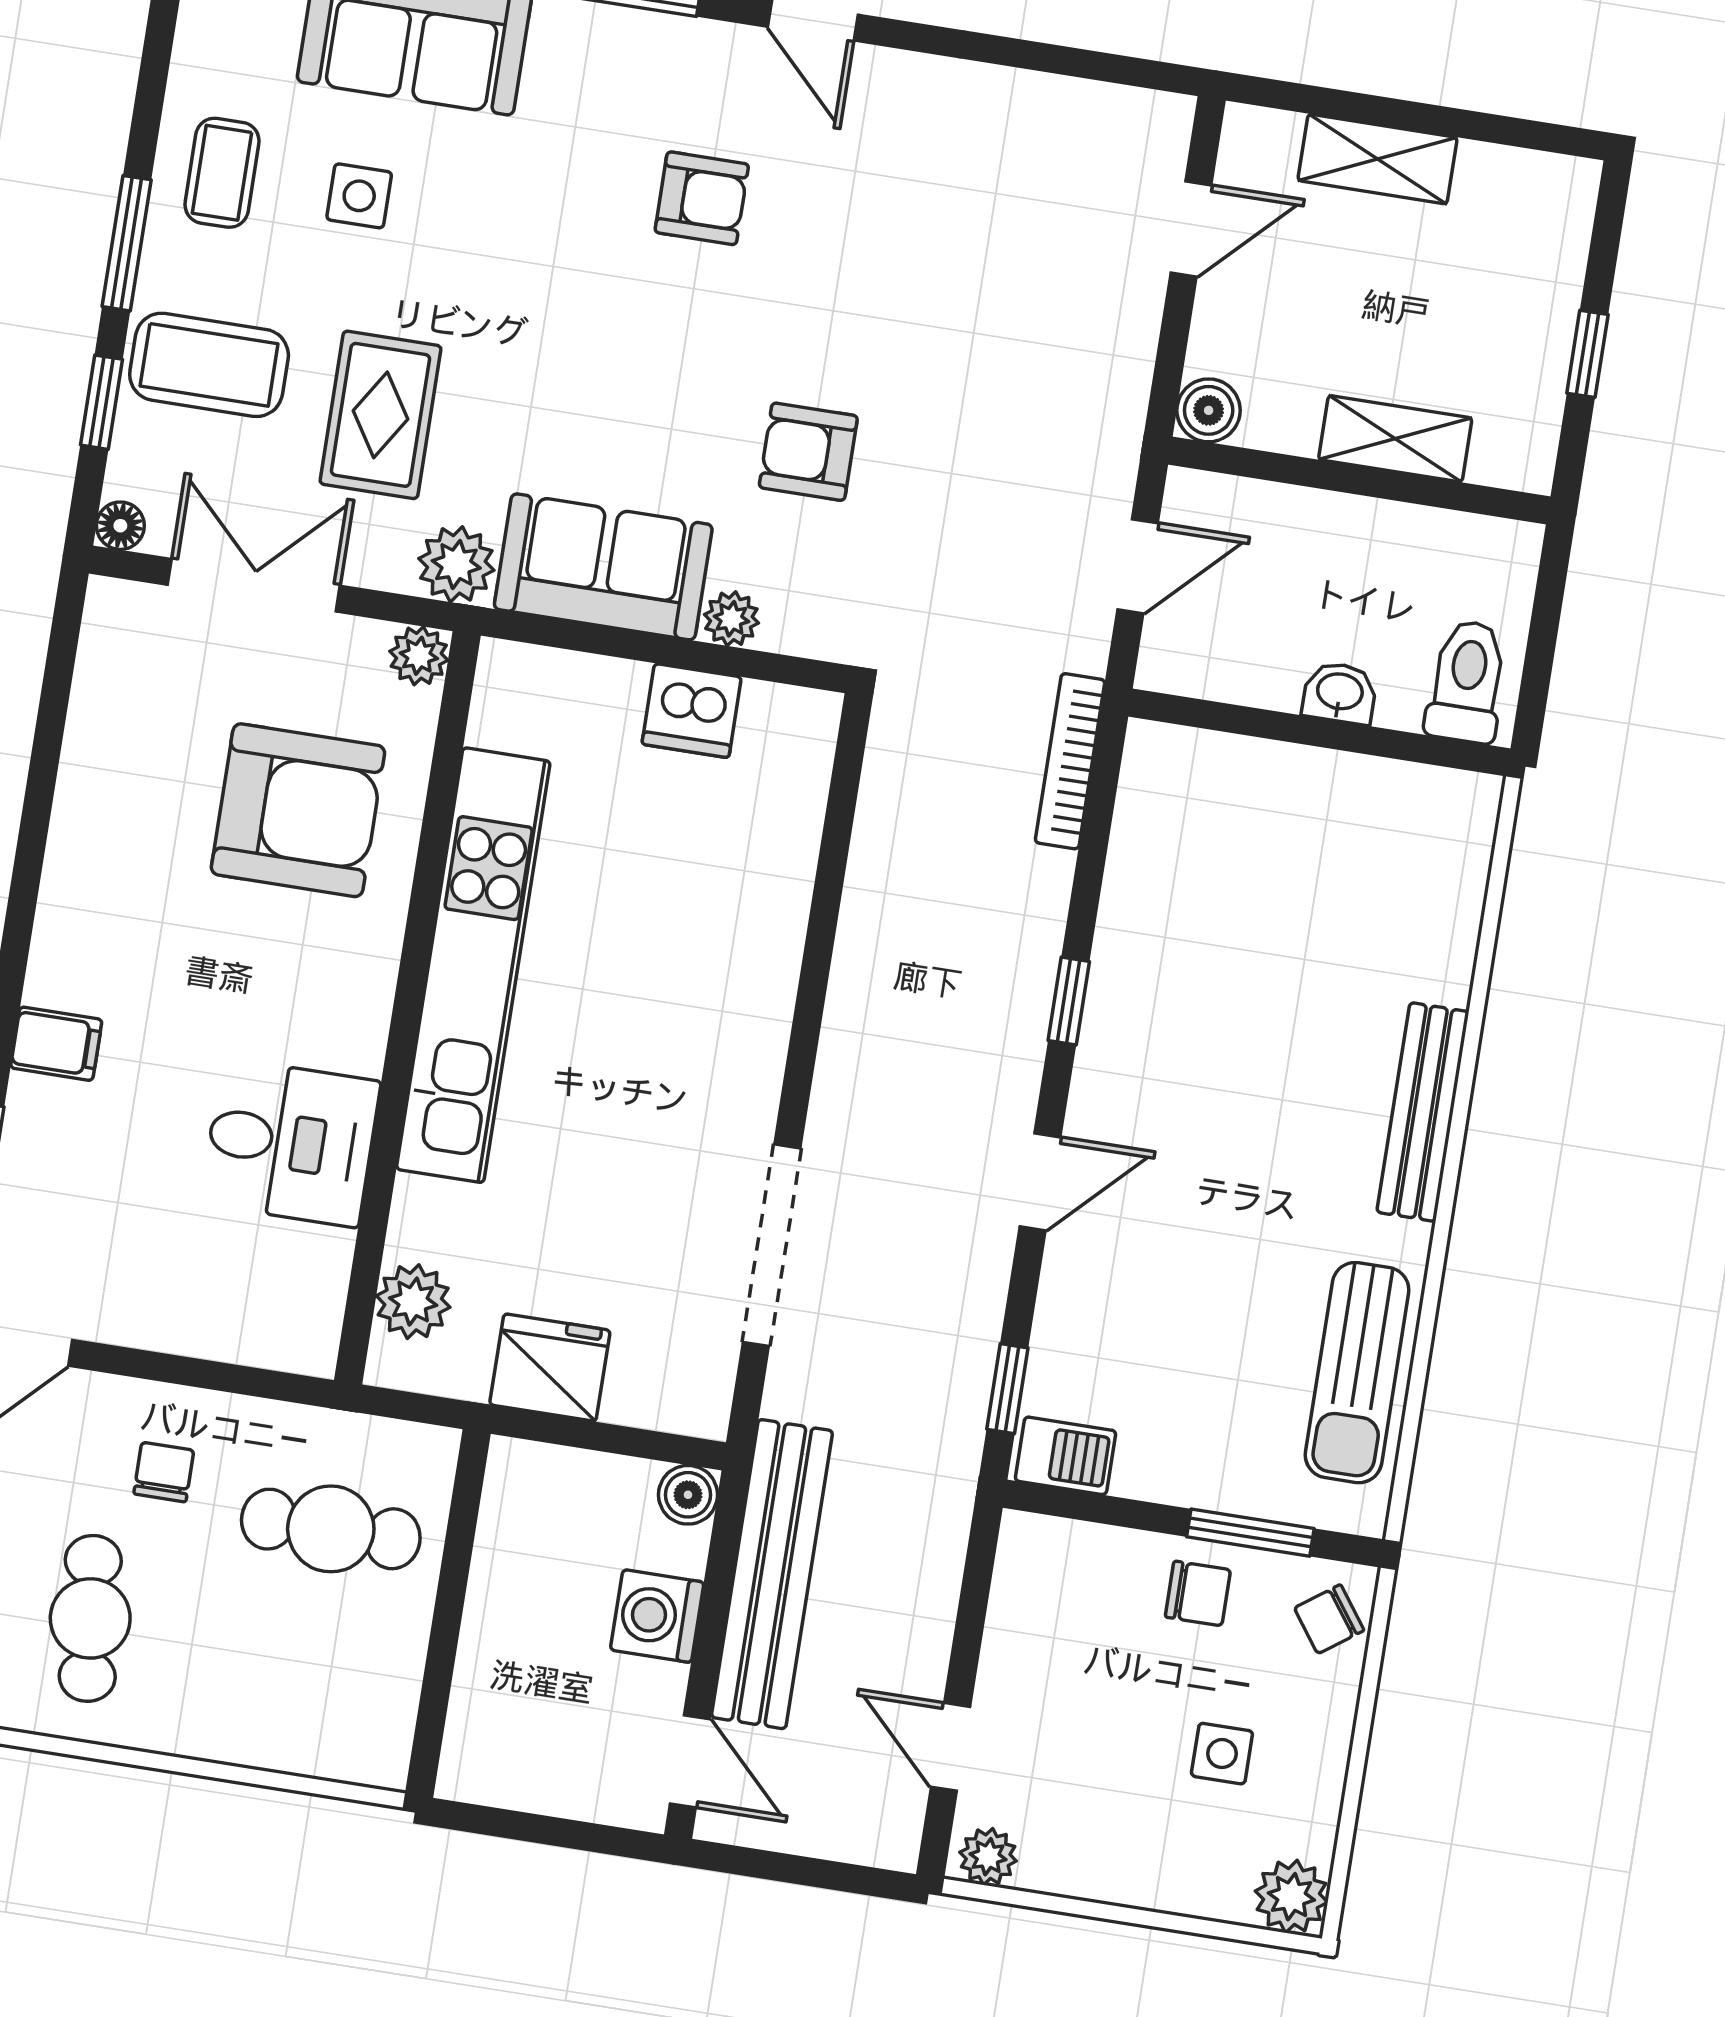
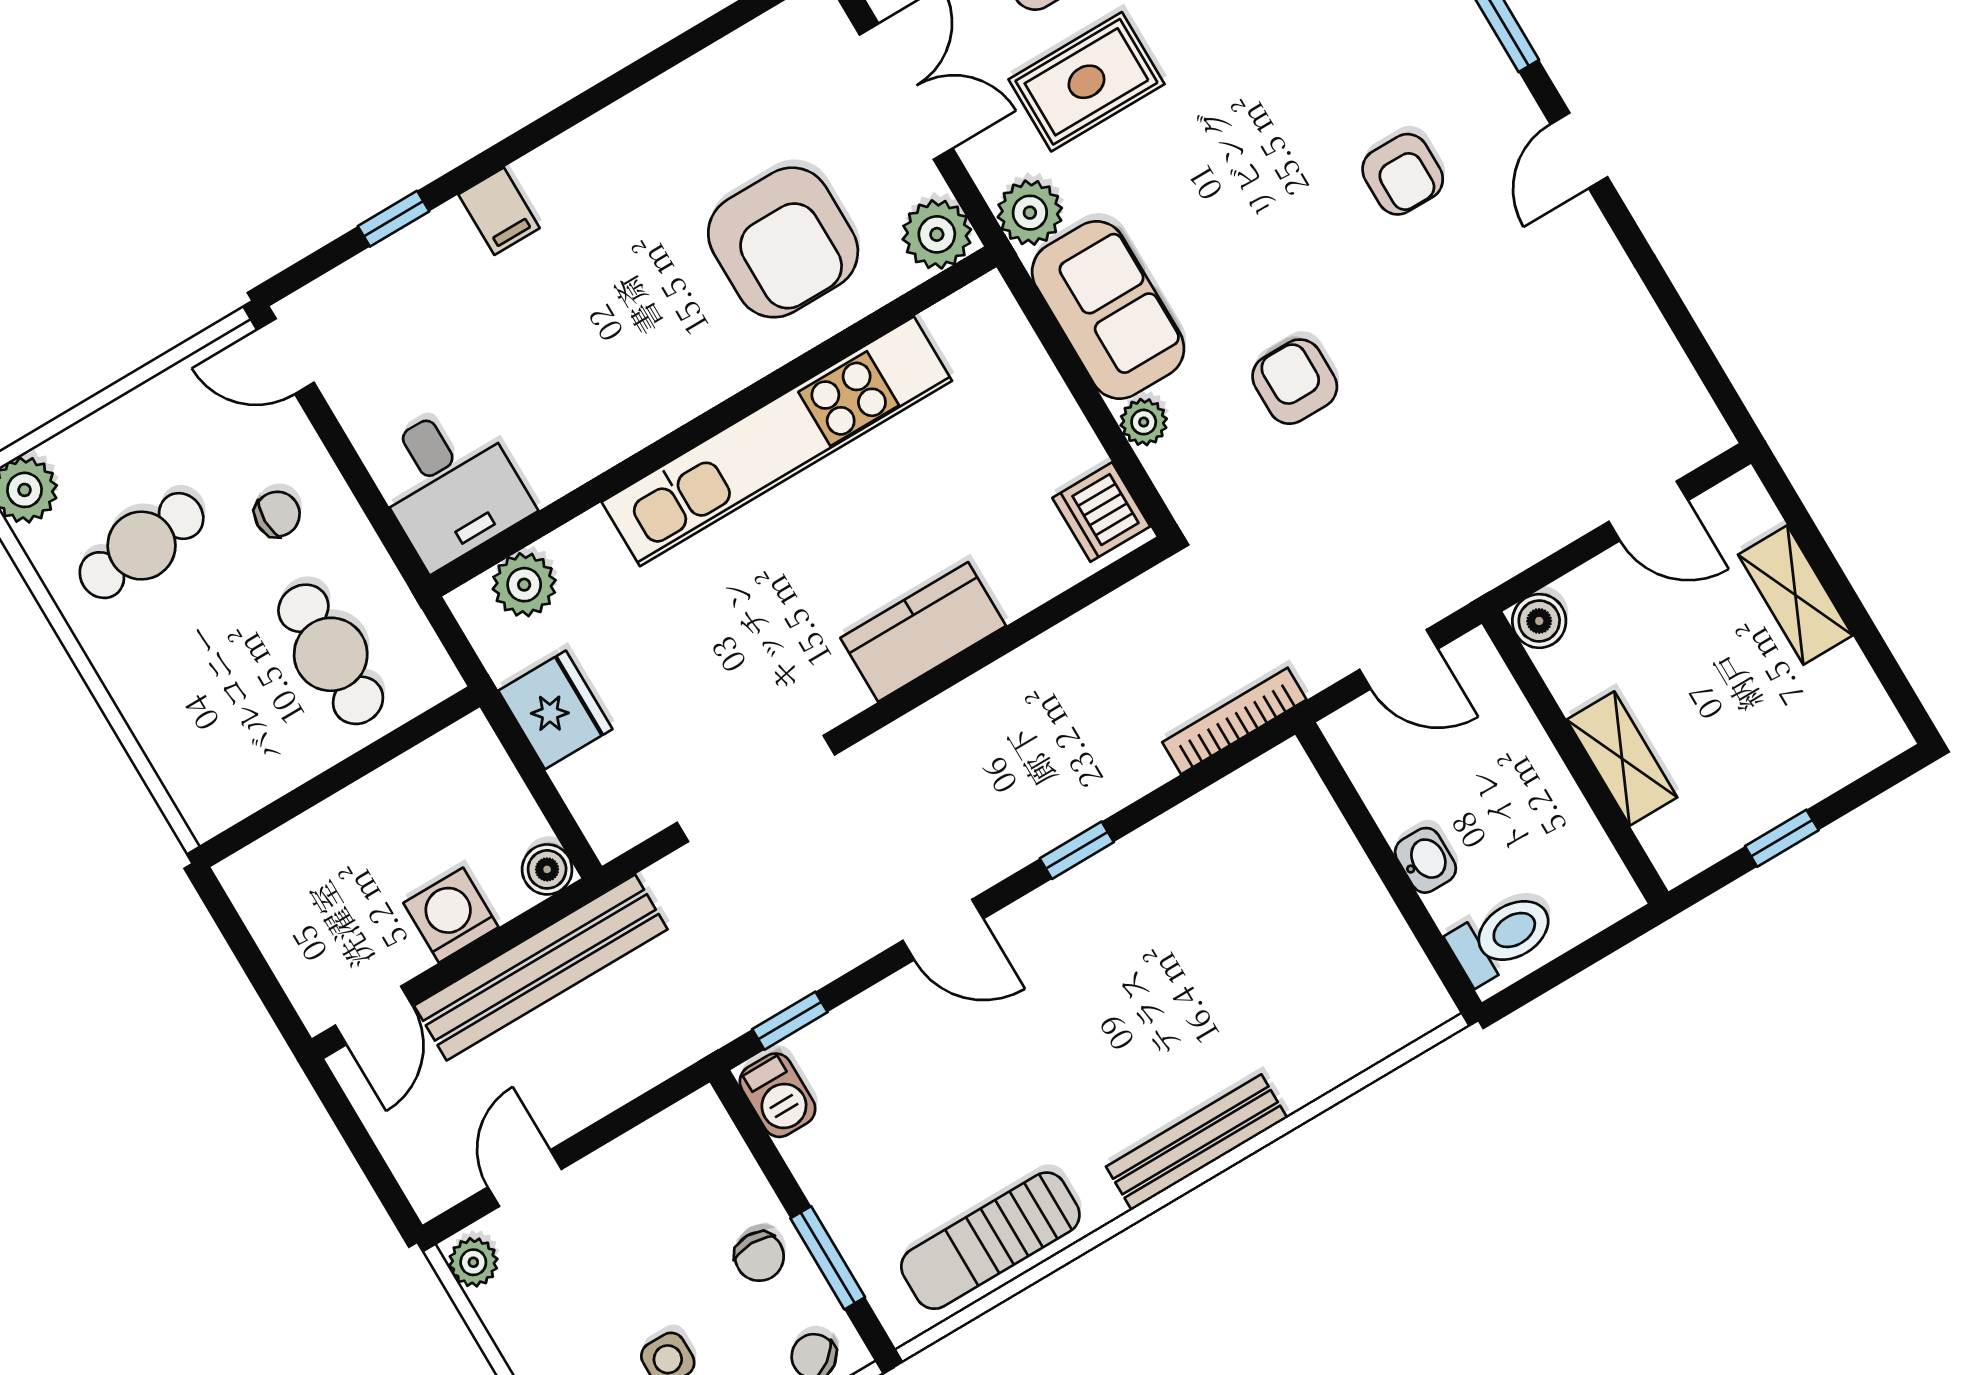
plant: (419, 656) -> (937, 234), width x1.38, depth x1.38
dishwasher: (692, 711) -> (1101, 512), moved
kitchen counter: (756, 976) -> (923, 632), added
desk: (290, 1142) -> (449, 485), moved

